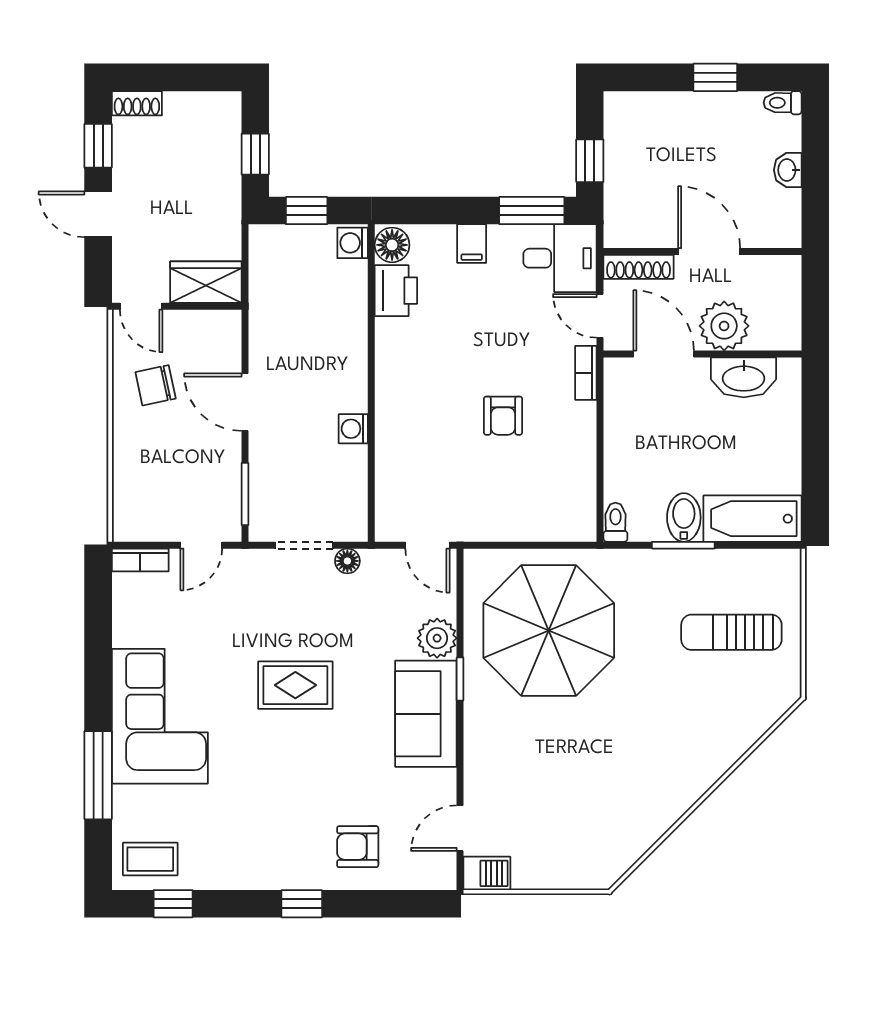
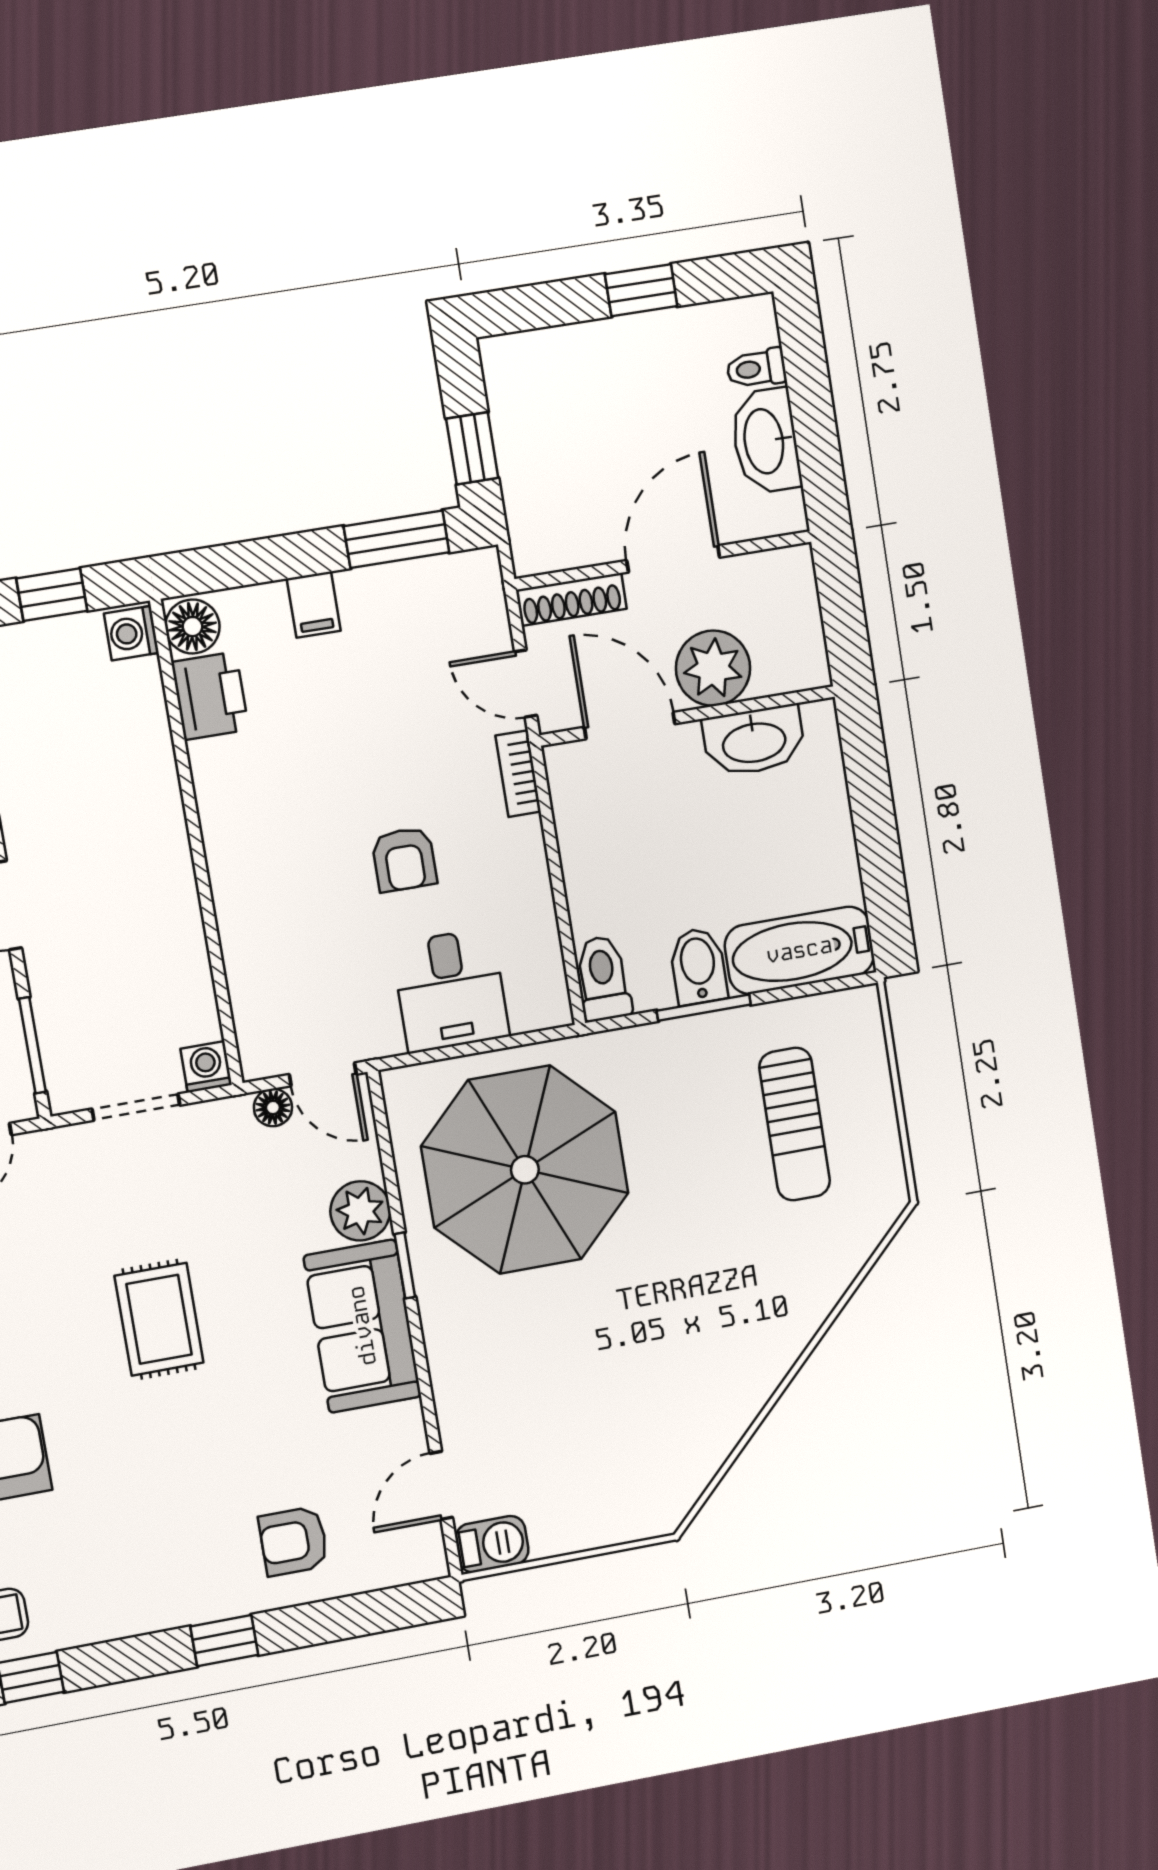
toilet: (783, 103) -> (756, 368), moved
washbasin: (788, 170) -> (766, 441), width x1.91, depth x1.45
door: (709, 252) -> (673, 559), hinge flipped
desk: (560, 258) -> (451, 990), moved, turned 90
washing machine: (353, 429) -> (206, 1067), moved, turned 90
toilet: (615, 522) -> (603, 978), width x1.37, depth x1.39
floor lamp: (347, 561) -> (273, 1107), moved
sun lounger: (731, 632) -> (795, 1124), turned -90
rug: (295, 685) -> (159, 1319), turned 90

